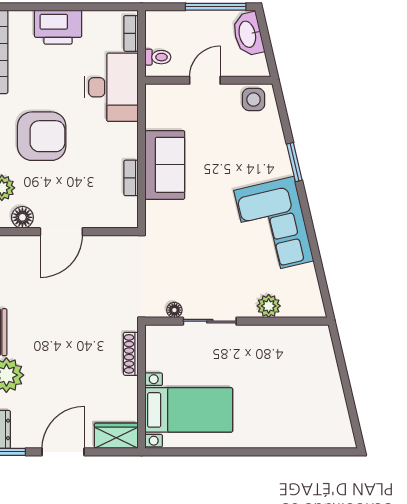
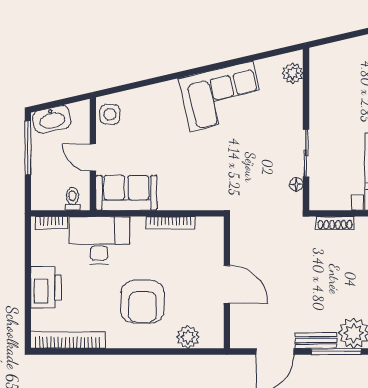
armchair: (42, 136) -> (142, 302), turned 180
window: (294, 162) -> (165, 78), removed
sofa: (165, 165) -> (126, 193), moved
bookcase: (131, 178) -> (171, 223), width x1.56
floor lamp: (22, 217) -> (214, 319), removed
plant: (269, 306) -> (293, 73), moved

